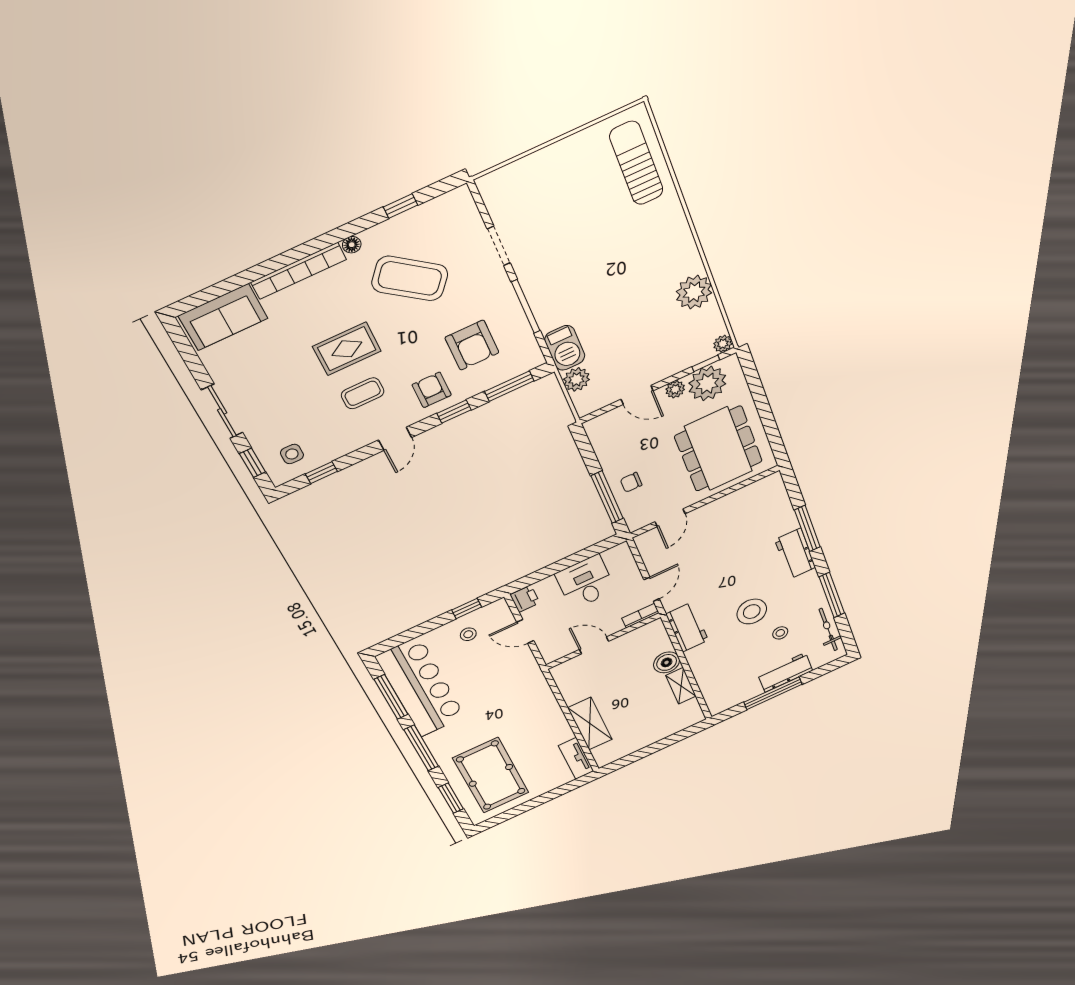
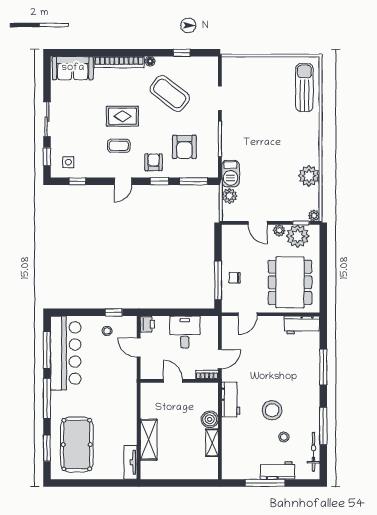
workbench: (795, 554) -> (302, 325), moved, turned -90

